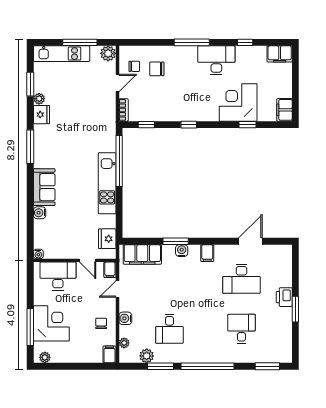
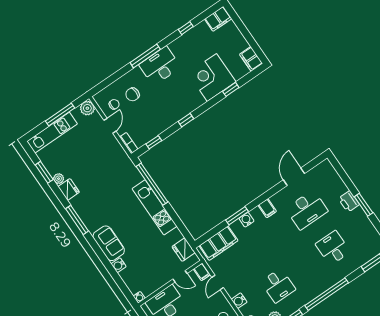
desk: (216, 60) -> (160, 66), moved

